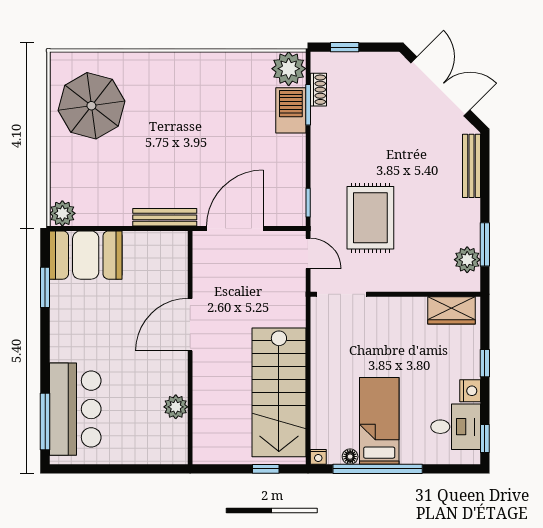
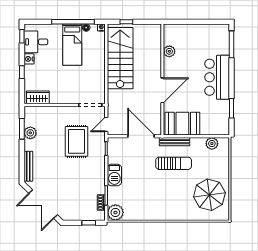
barbecue: (291, 110) -> (114, 175), moved
sun lounger: (167, 172) -> (174, 163), added
plant: (62, 213) -> (212, 144), moved
door: (235, 229) -> (141, 136), swing flipped
door: (308, 253) -> (106, 124), hinge flipped
booth: (86, 255) -> (182, 124), moved
plant: (467, 260) -> (30, 133), moved
bar counter: (75, 409) -> (217, 77), moved

